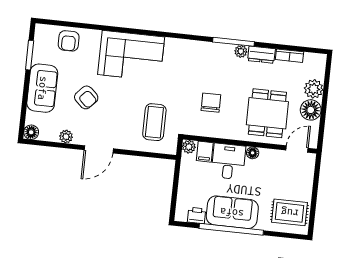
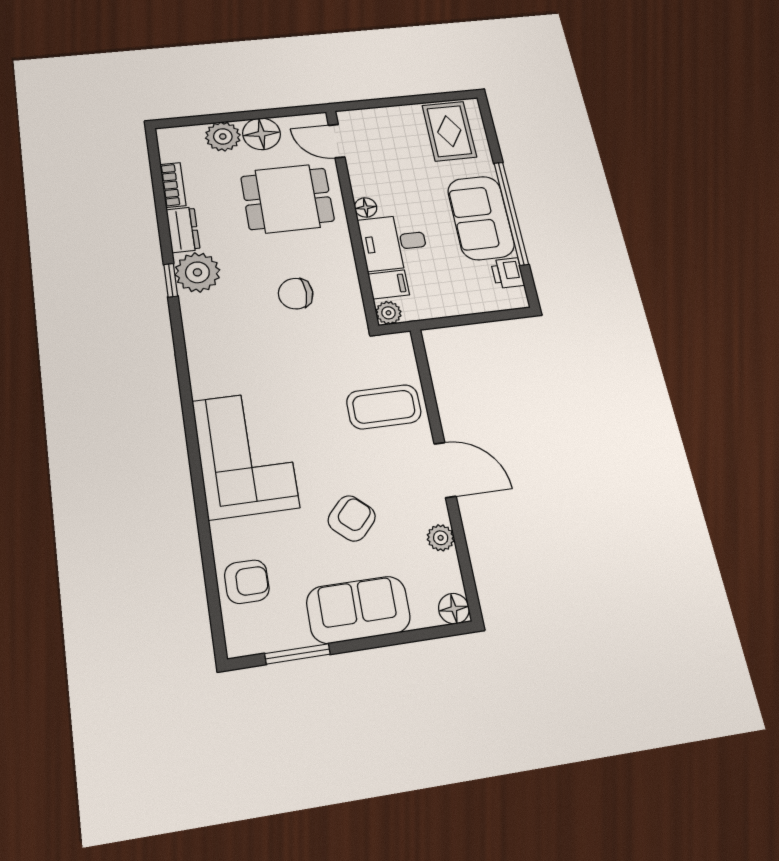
window: (233, 42) -> (171, 280), width x0.46
plant: (241, 51) -> (197, 272), width x1.87, depth x1.87
coffee table: (154, 122) -> (384, 407), moved

